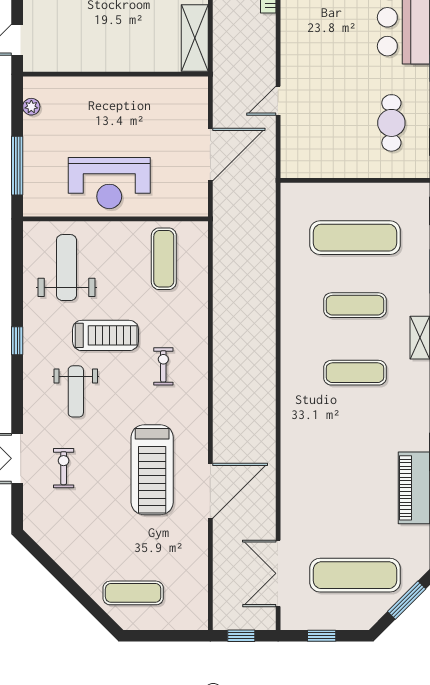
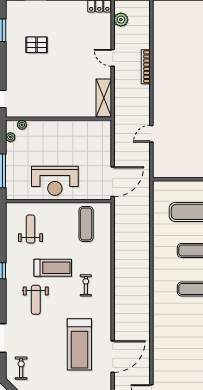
plant: (52, 85) -> (22, 125), added
door: (210, 155) -> (113, 182), moved
weight bench: (66, 268) -> (30, 229), width x0.73, depth x0.75
exercise bike: (64, 468) -> (21, 368), moved

